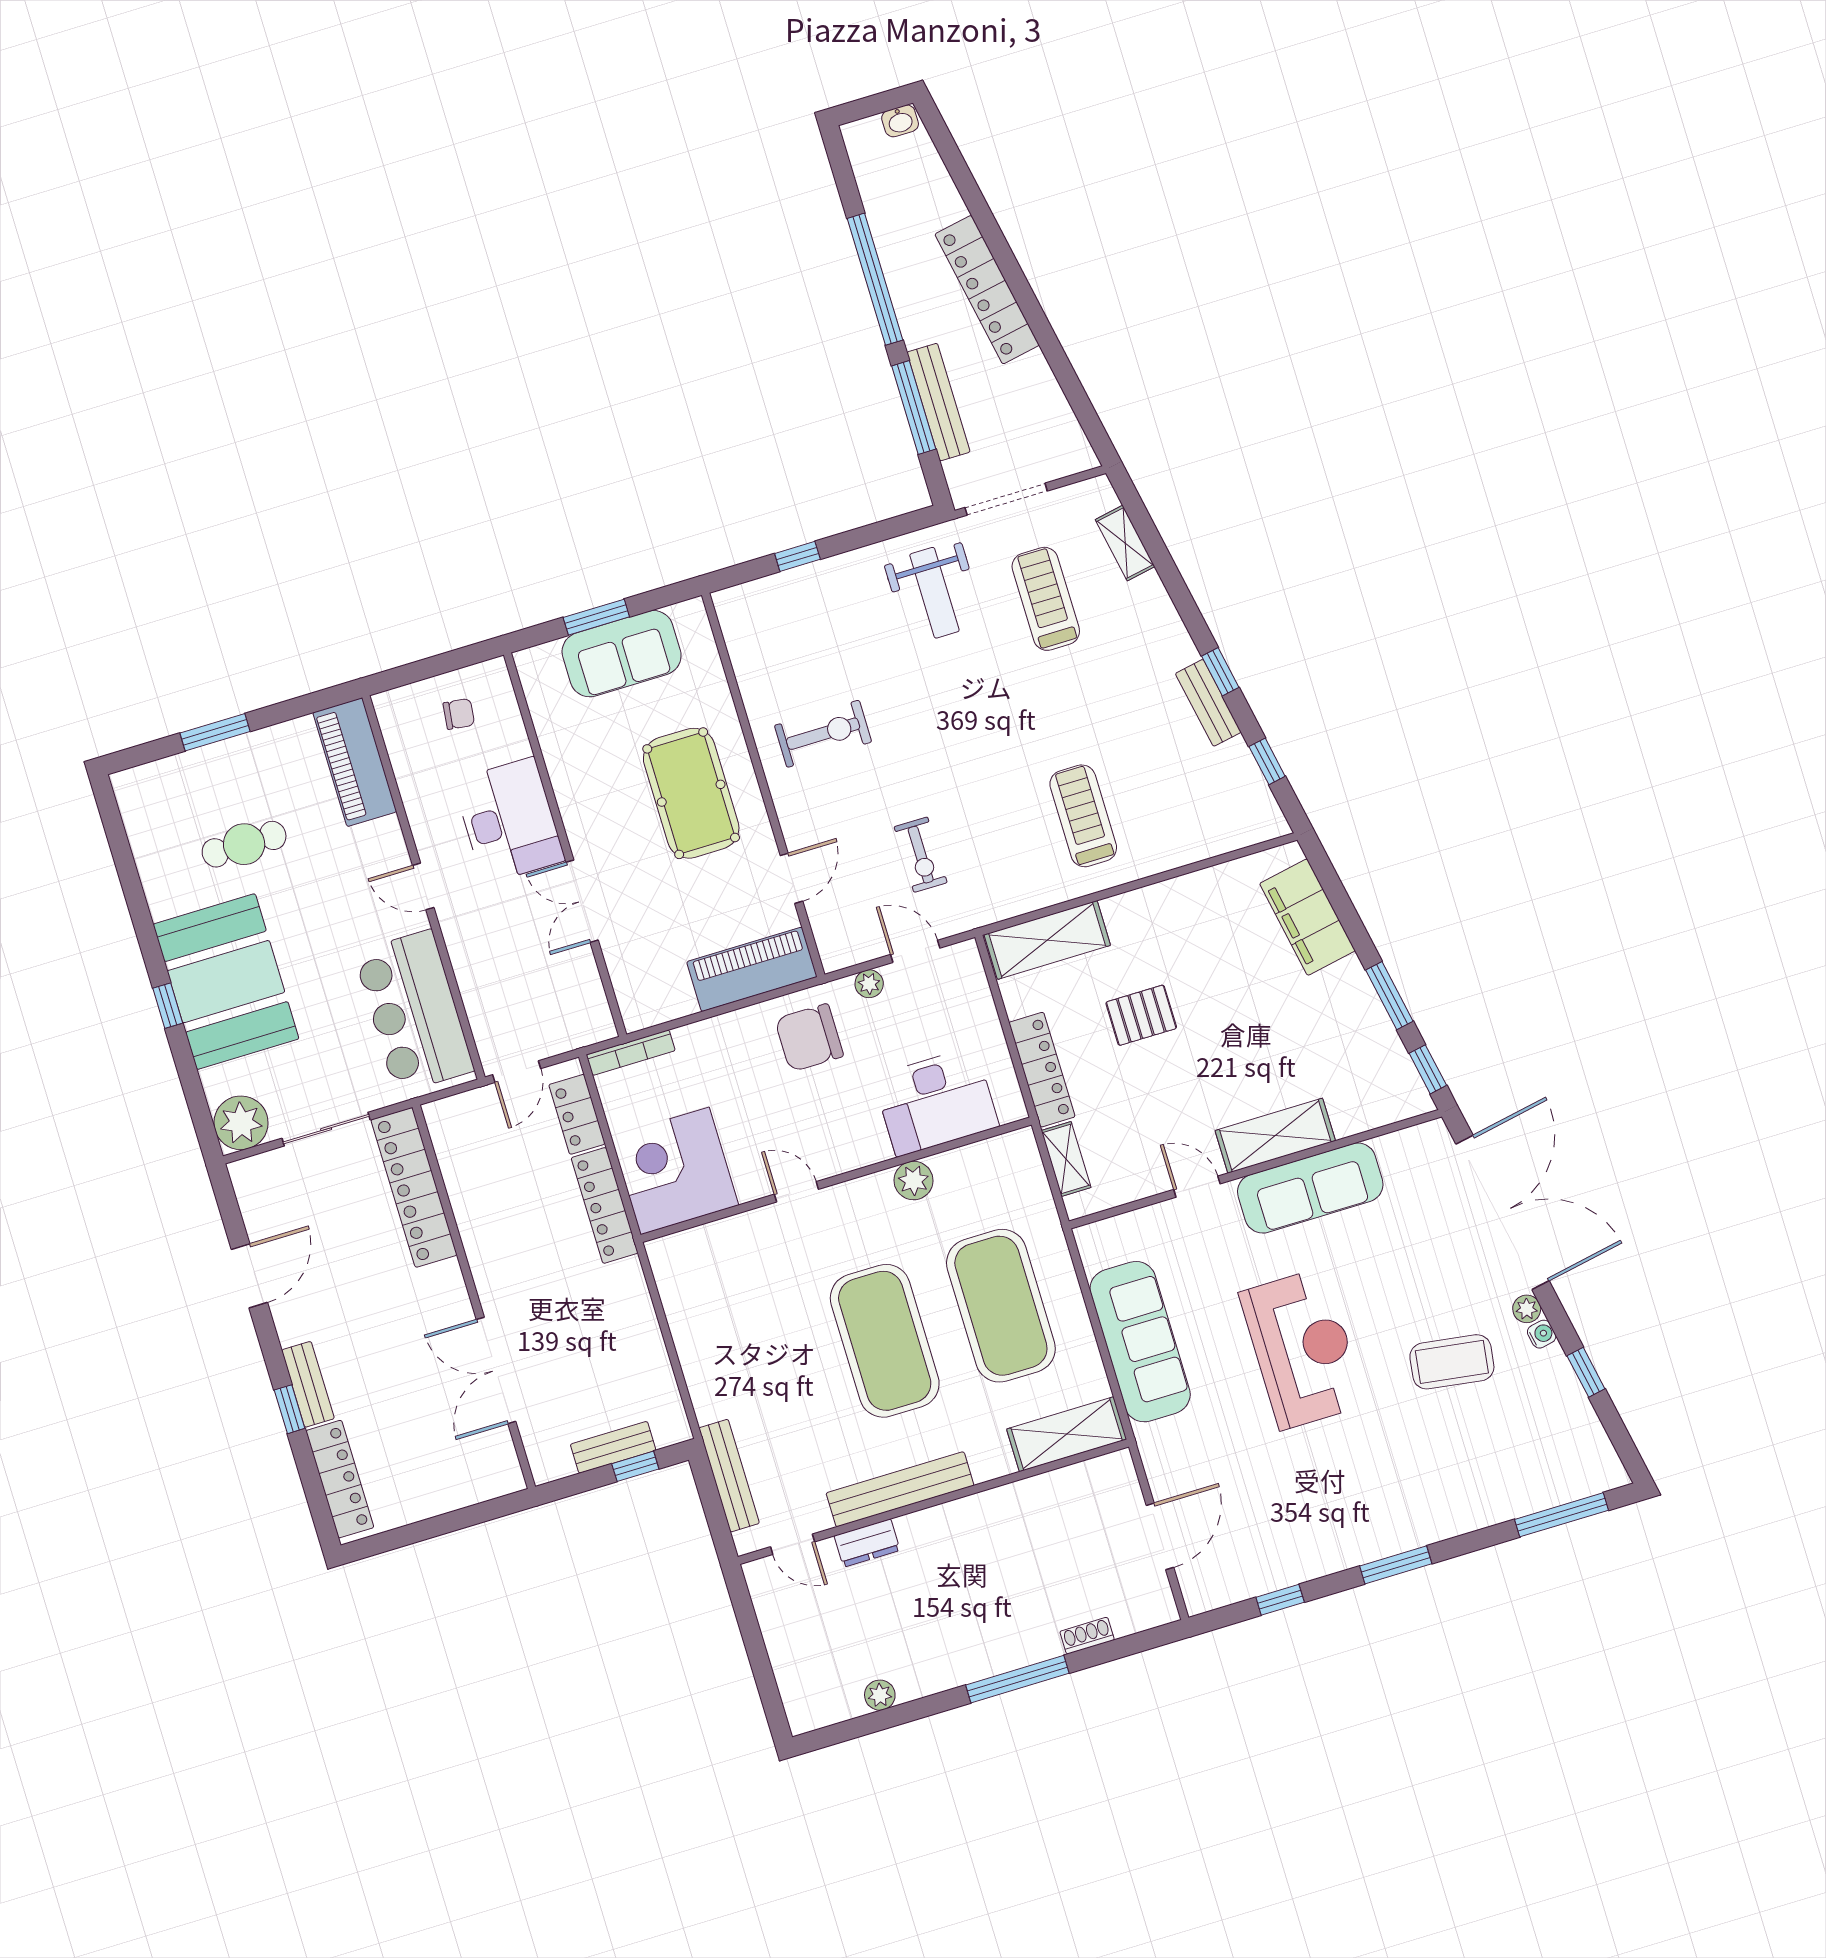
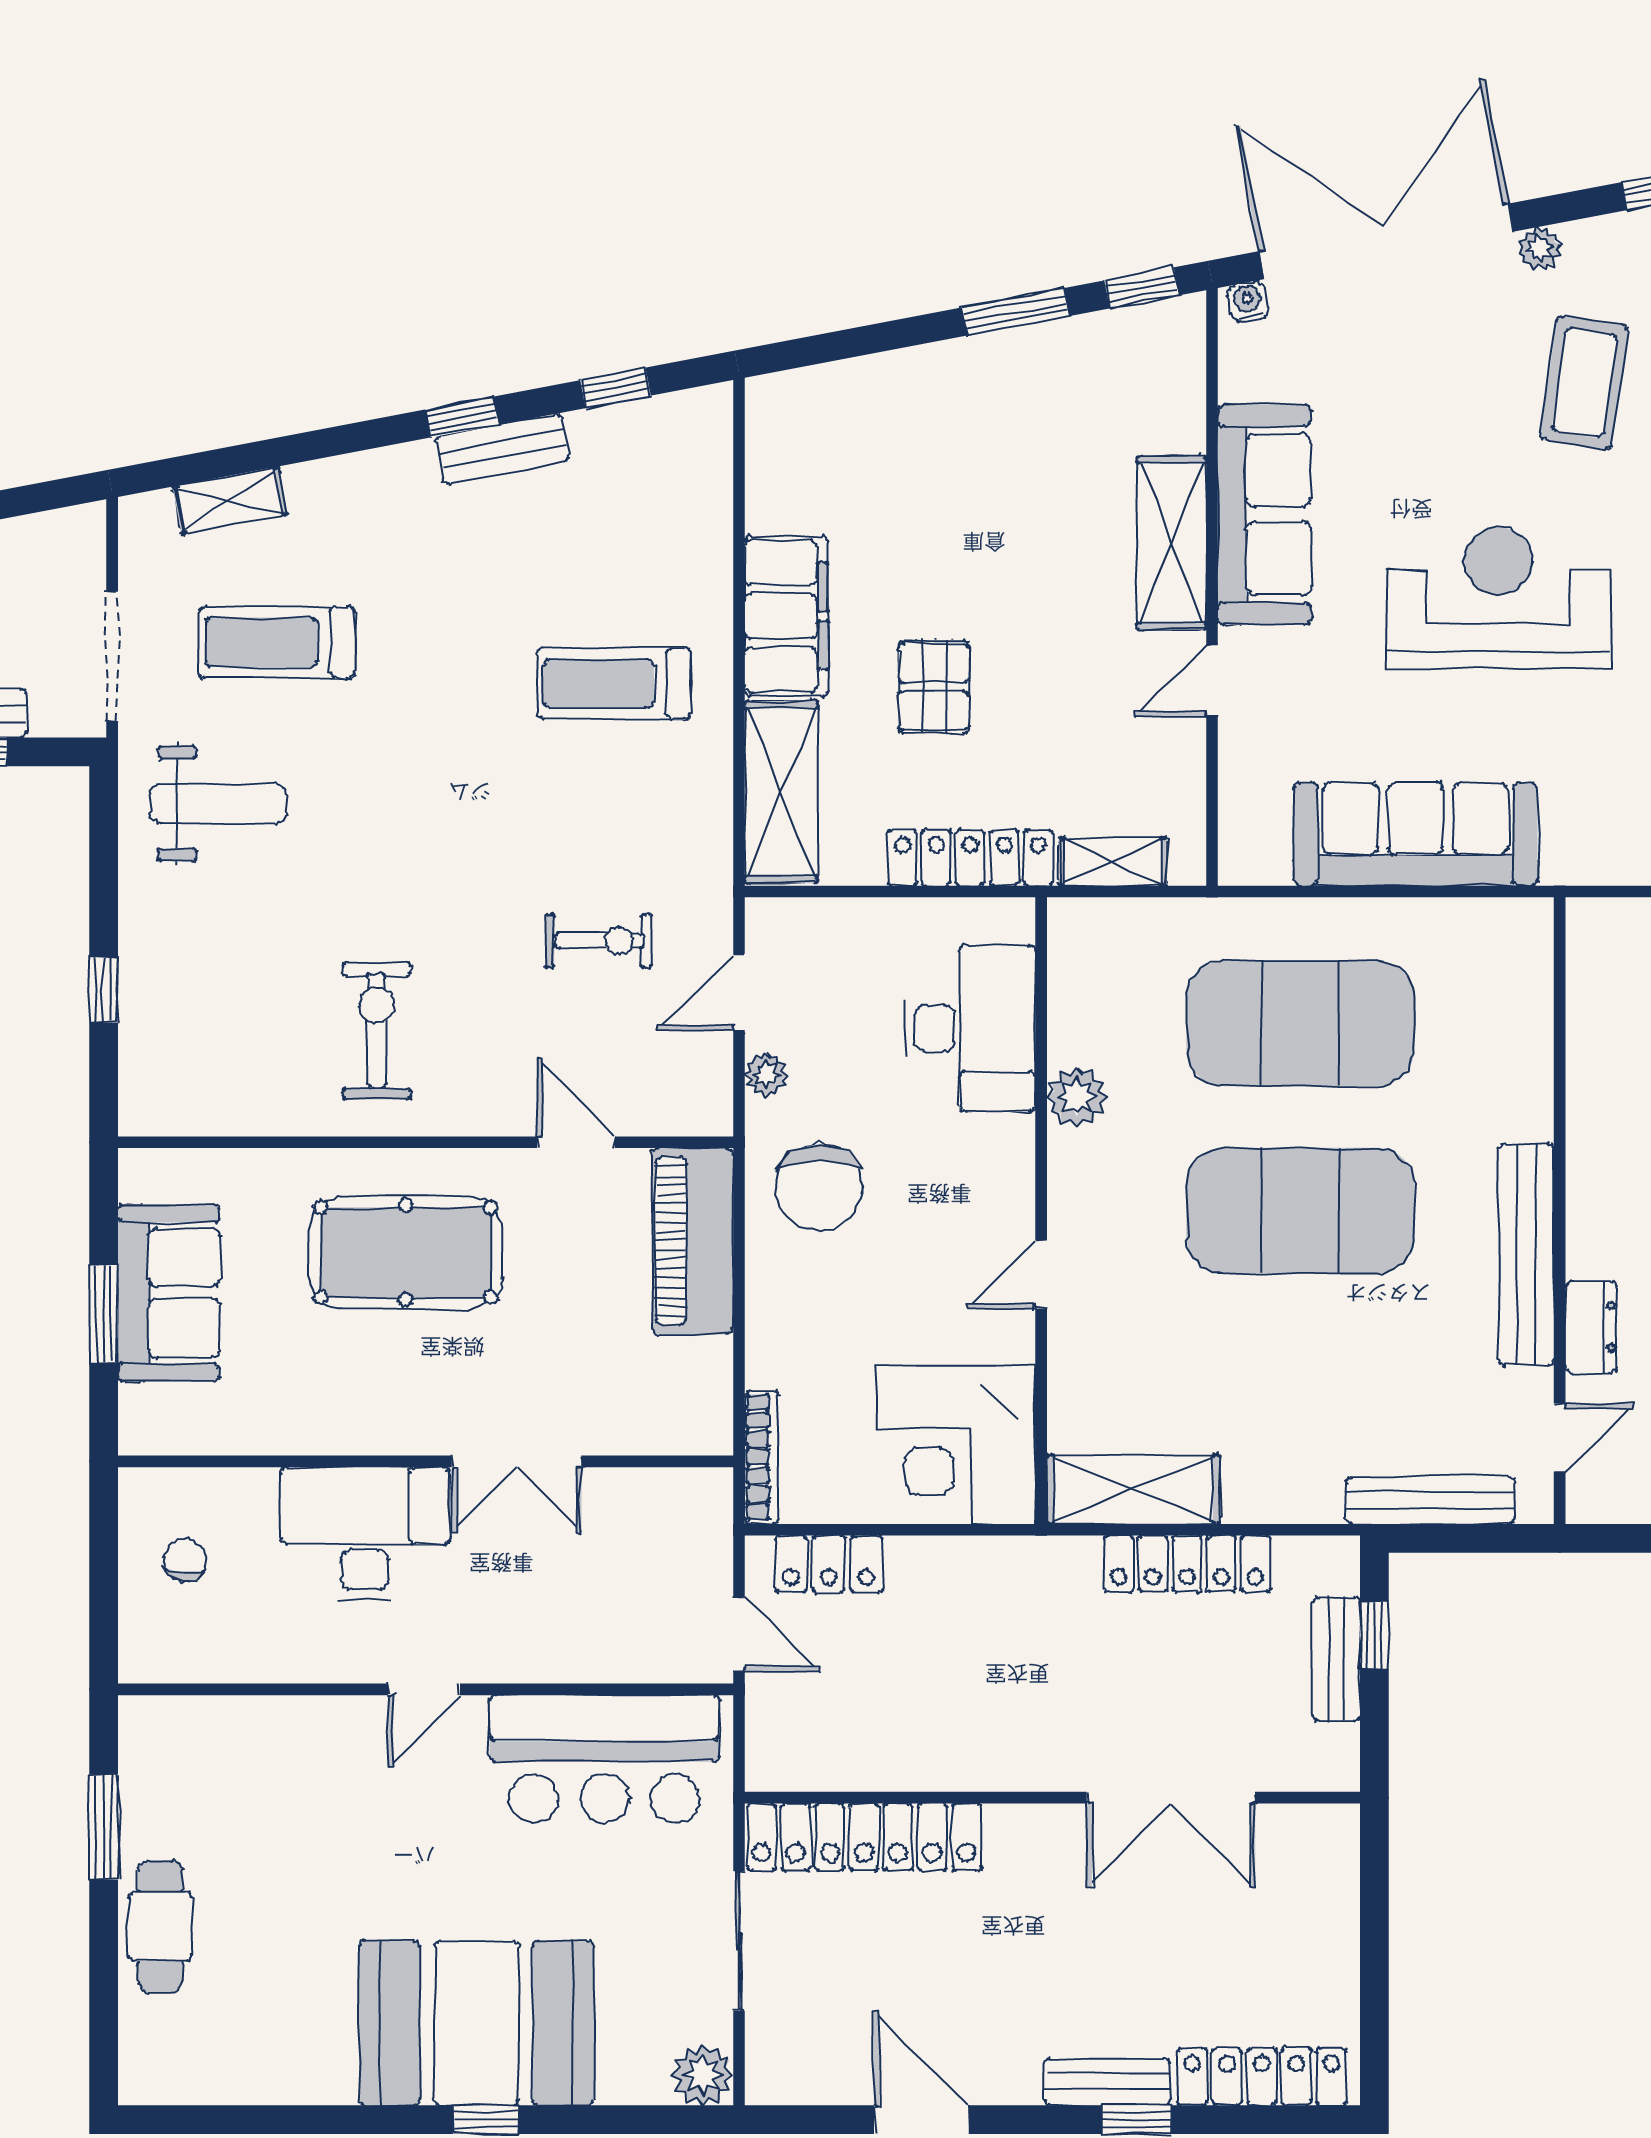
window: (215, 732) -> (104, 1827), moved
piano: (355, 762) -> (210, 1735), removed
cafe table: (244, 844) -> (160, 1926), moved
filing cabinet: (1307, 917) -> (786, 616), moved, turned -79
plant: (241, 1123) -> (703, 2075), width x0.73, depth x0.73
locker: (605, 1205) -> (1187, 1564), moved
water cooler: (1542, 1334) -> (1248, 302), moved
shelving: (1067, 1434) -> (1133, 1489), moved, turned 90

